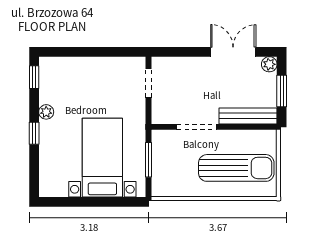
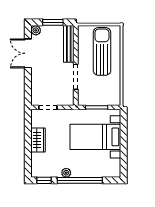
wardrobe: (97, 68) -> (38, 140), added
window: (34, 133) -> (80, 180), width x3.17

